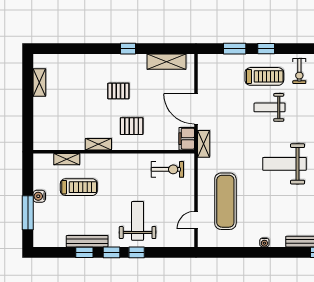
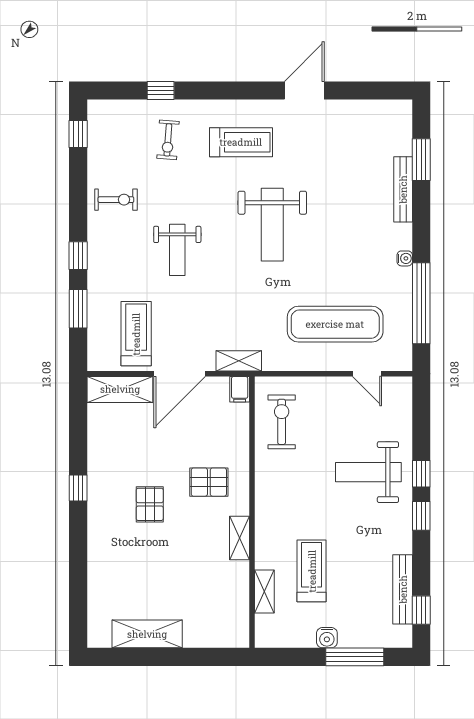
shelving: (167, 62) -> (120, 389), moved, turned 90
treadmill: (264, 76) -> (136, 334), moved
shelving: (39, 83) -> (147, 634), width x1.50, depth x1.33
pallet: (132, 126) -> (209, 482), turned 90
filing cabinet: (187, 139) -> (240, 389), width x0.50
bench: (87, 241) -> (403, 589), moved
window: (84, 252) -> (421, 610), moved
window: (238, 252) -> (421, 303), added

